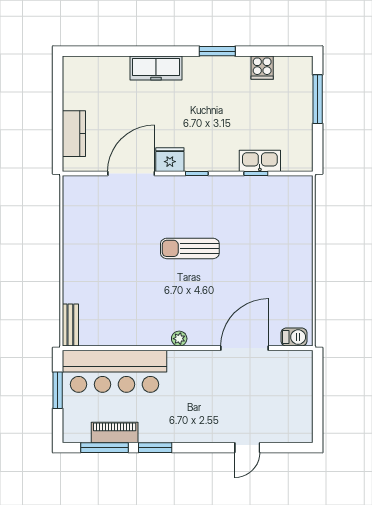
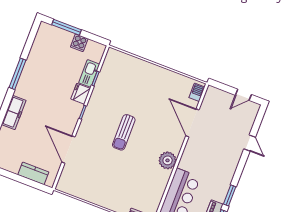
window: (217, 51) -> (17, 74), width x1.44
cooker: (262, 68) -> (79, 43), moved, turned 90
fridge: (170, 160) -> (81, 94), moved
plant: (179, 339) -> (168, 160), width x1.88, depth x1.88
door: (318, 410) -> (243, 95), added

